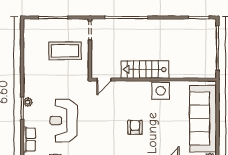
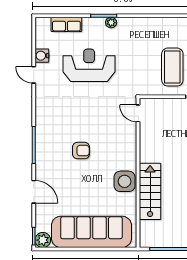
stairs: (145, 70) -> (150, 191), moved

